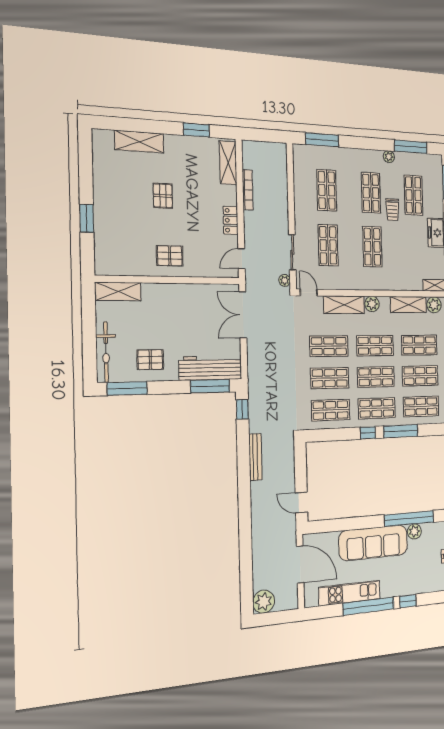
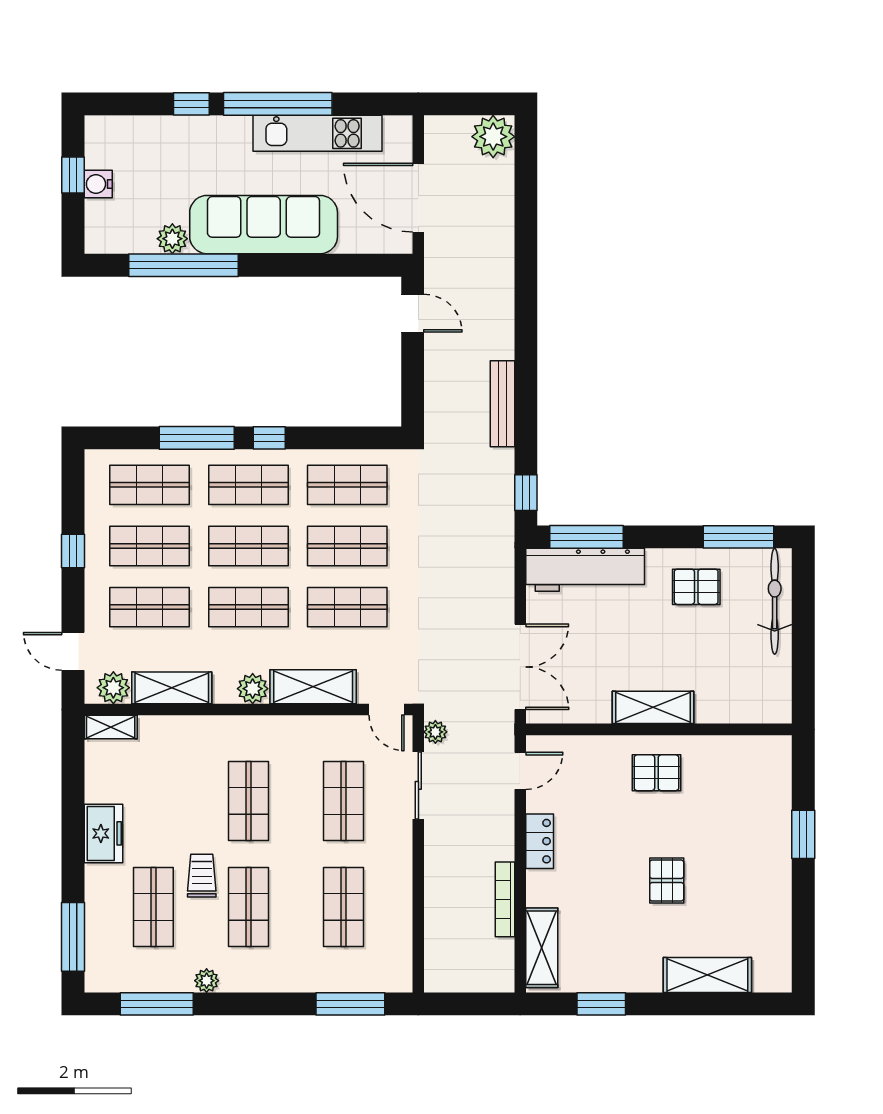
shelving: (118, 291) -> (653, 707), moved

